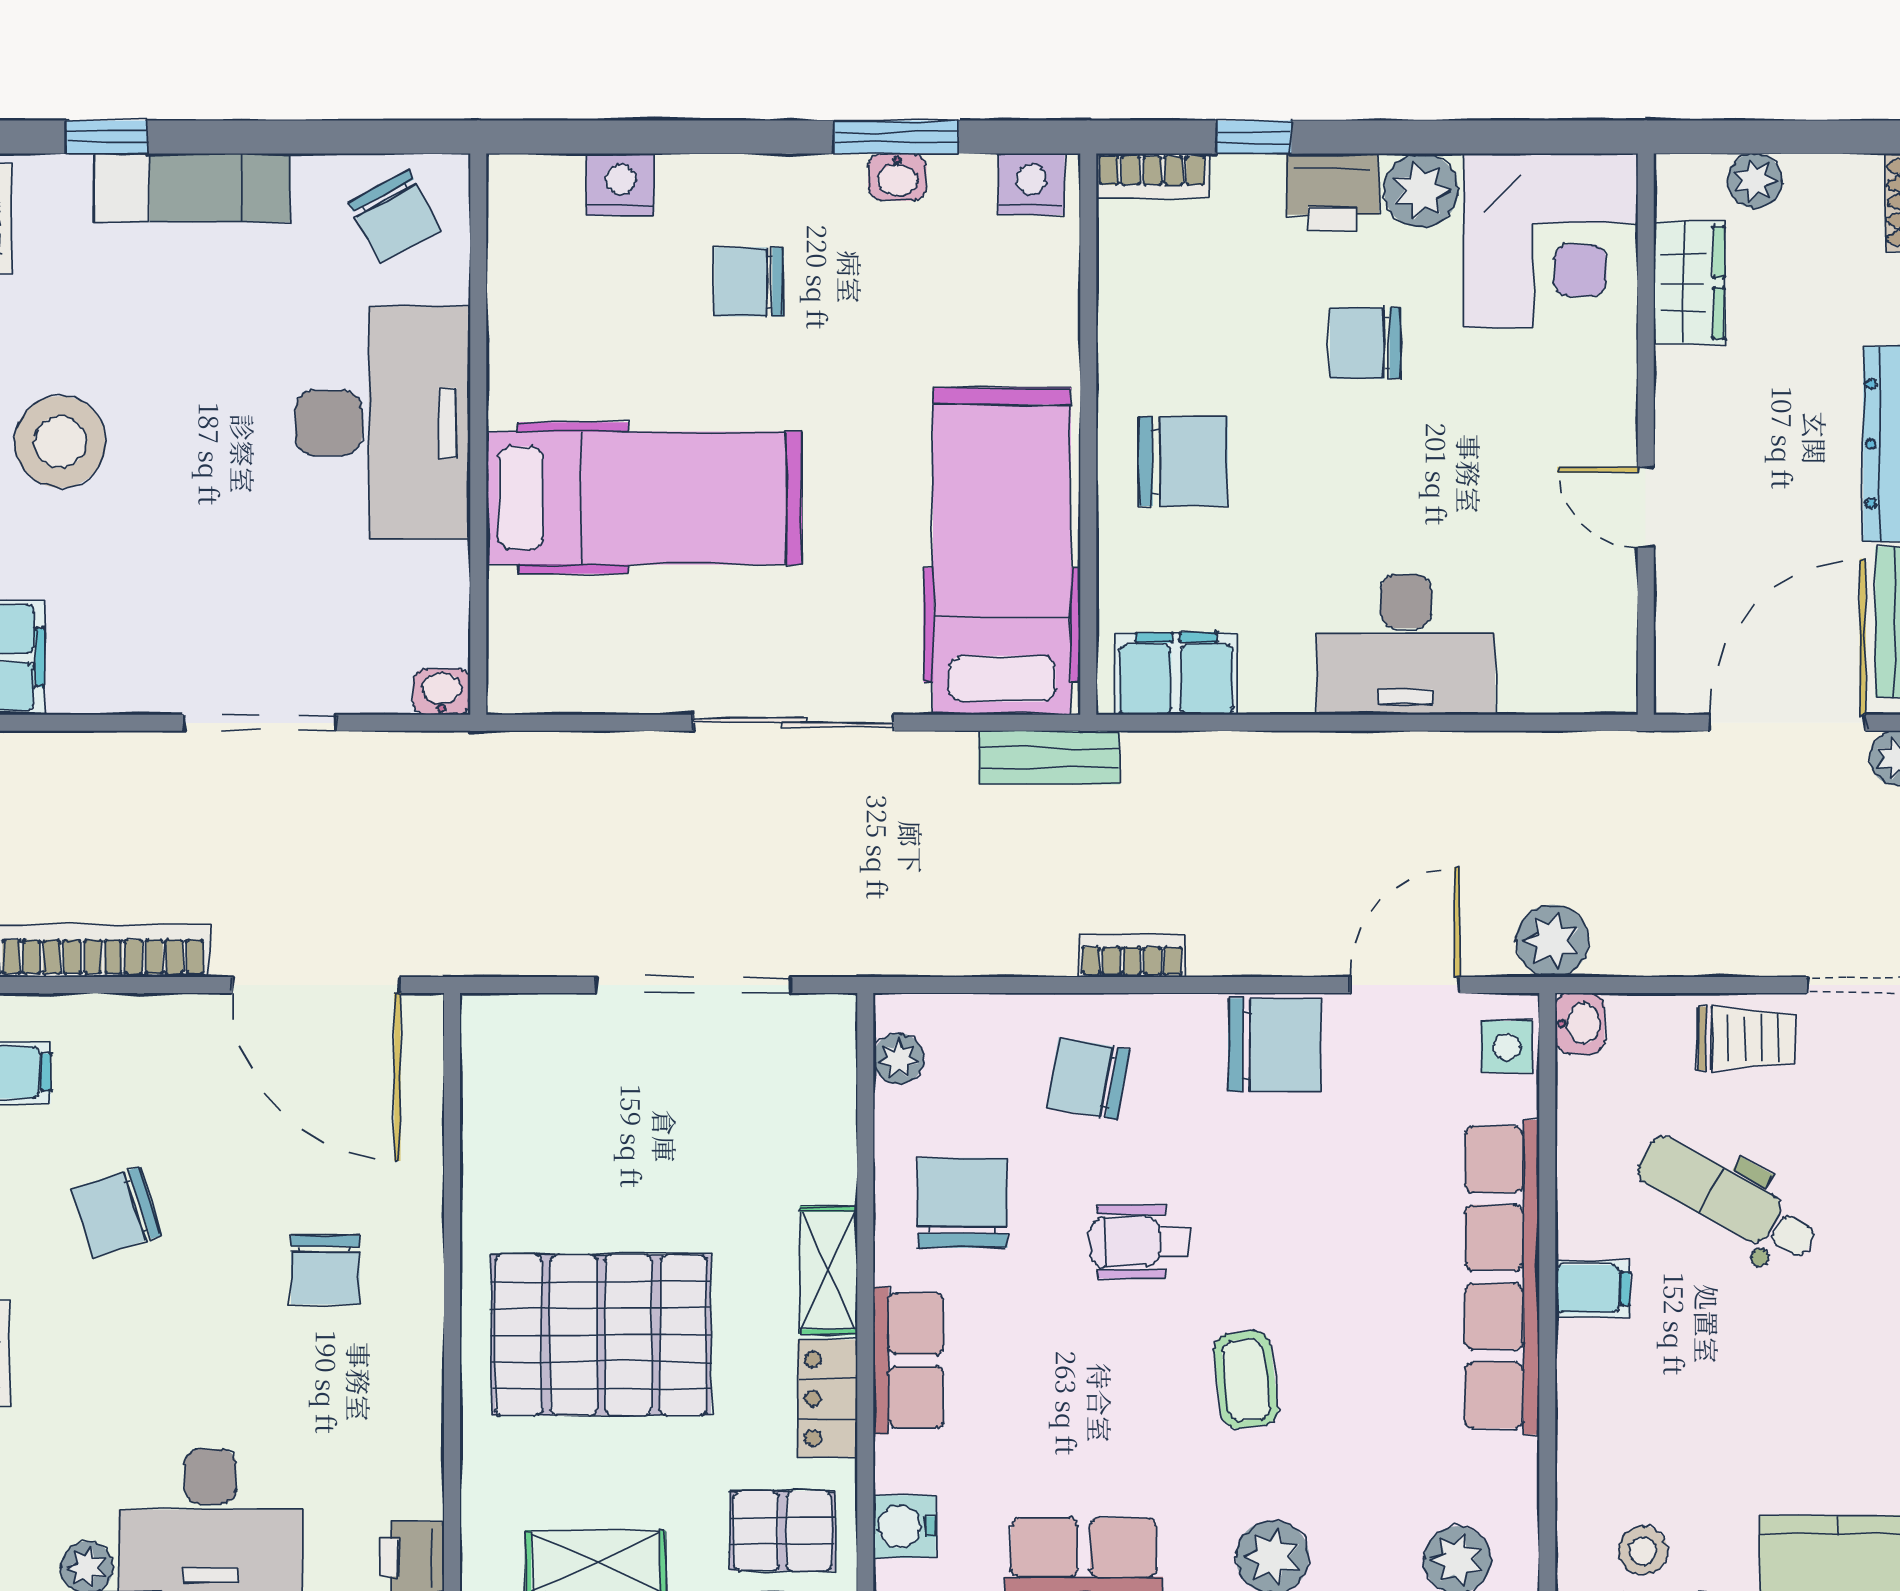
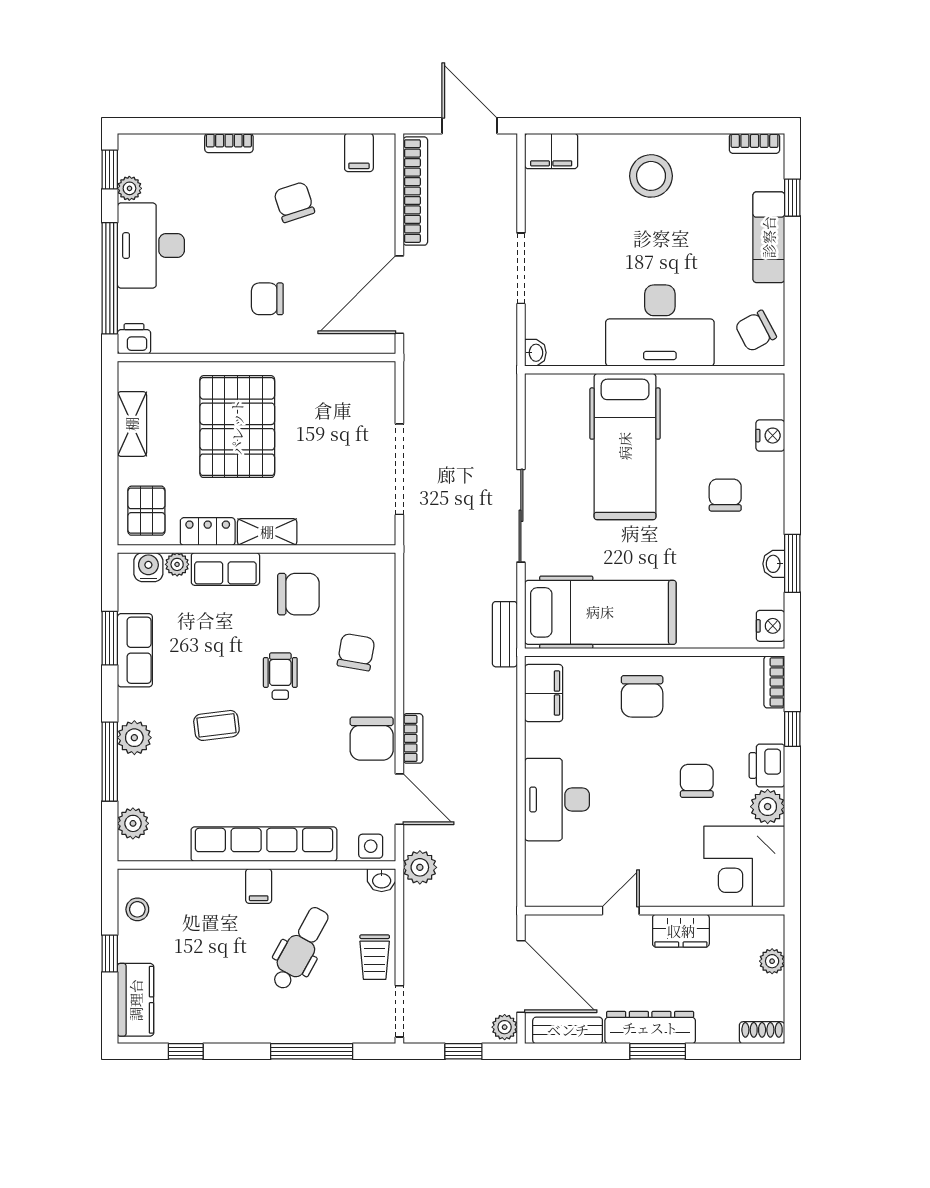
wardrobe: (1689, 283) -> (681, 931), moved
bookcase: (1132, 956) -> (413, 738), moved
plant: (898, 1059) -> (177, 564), moved

